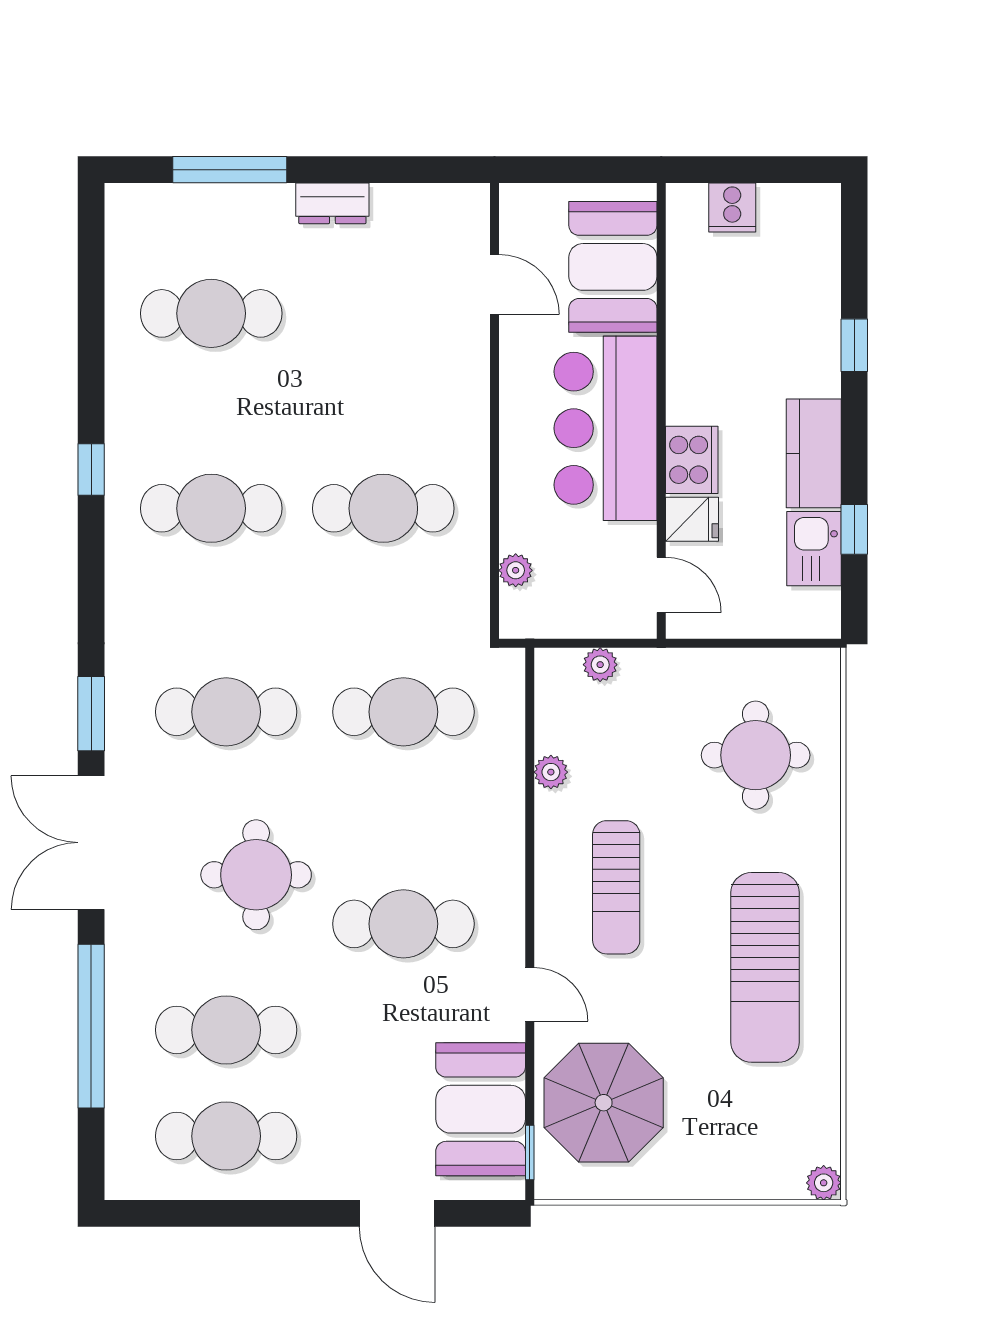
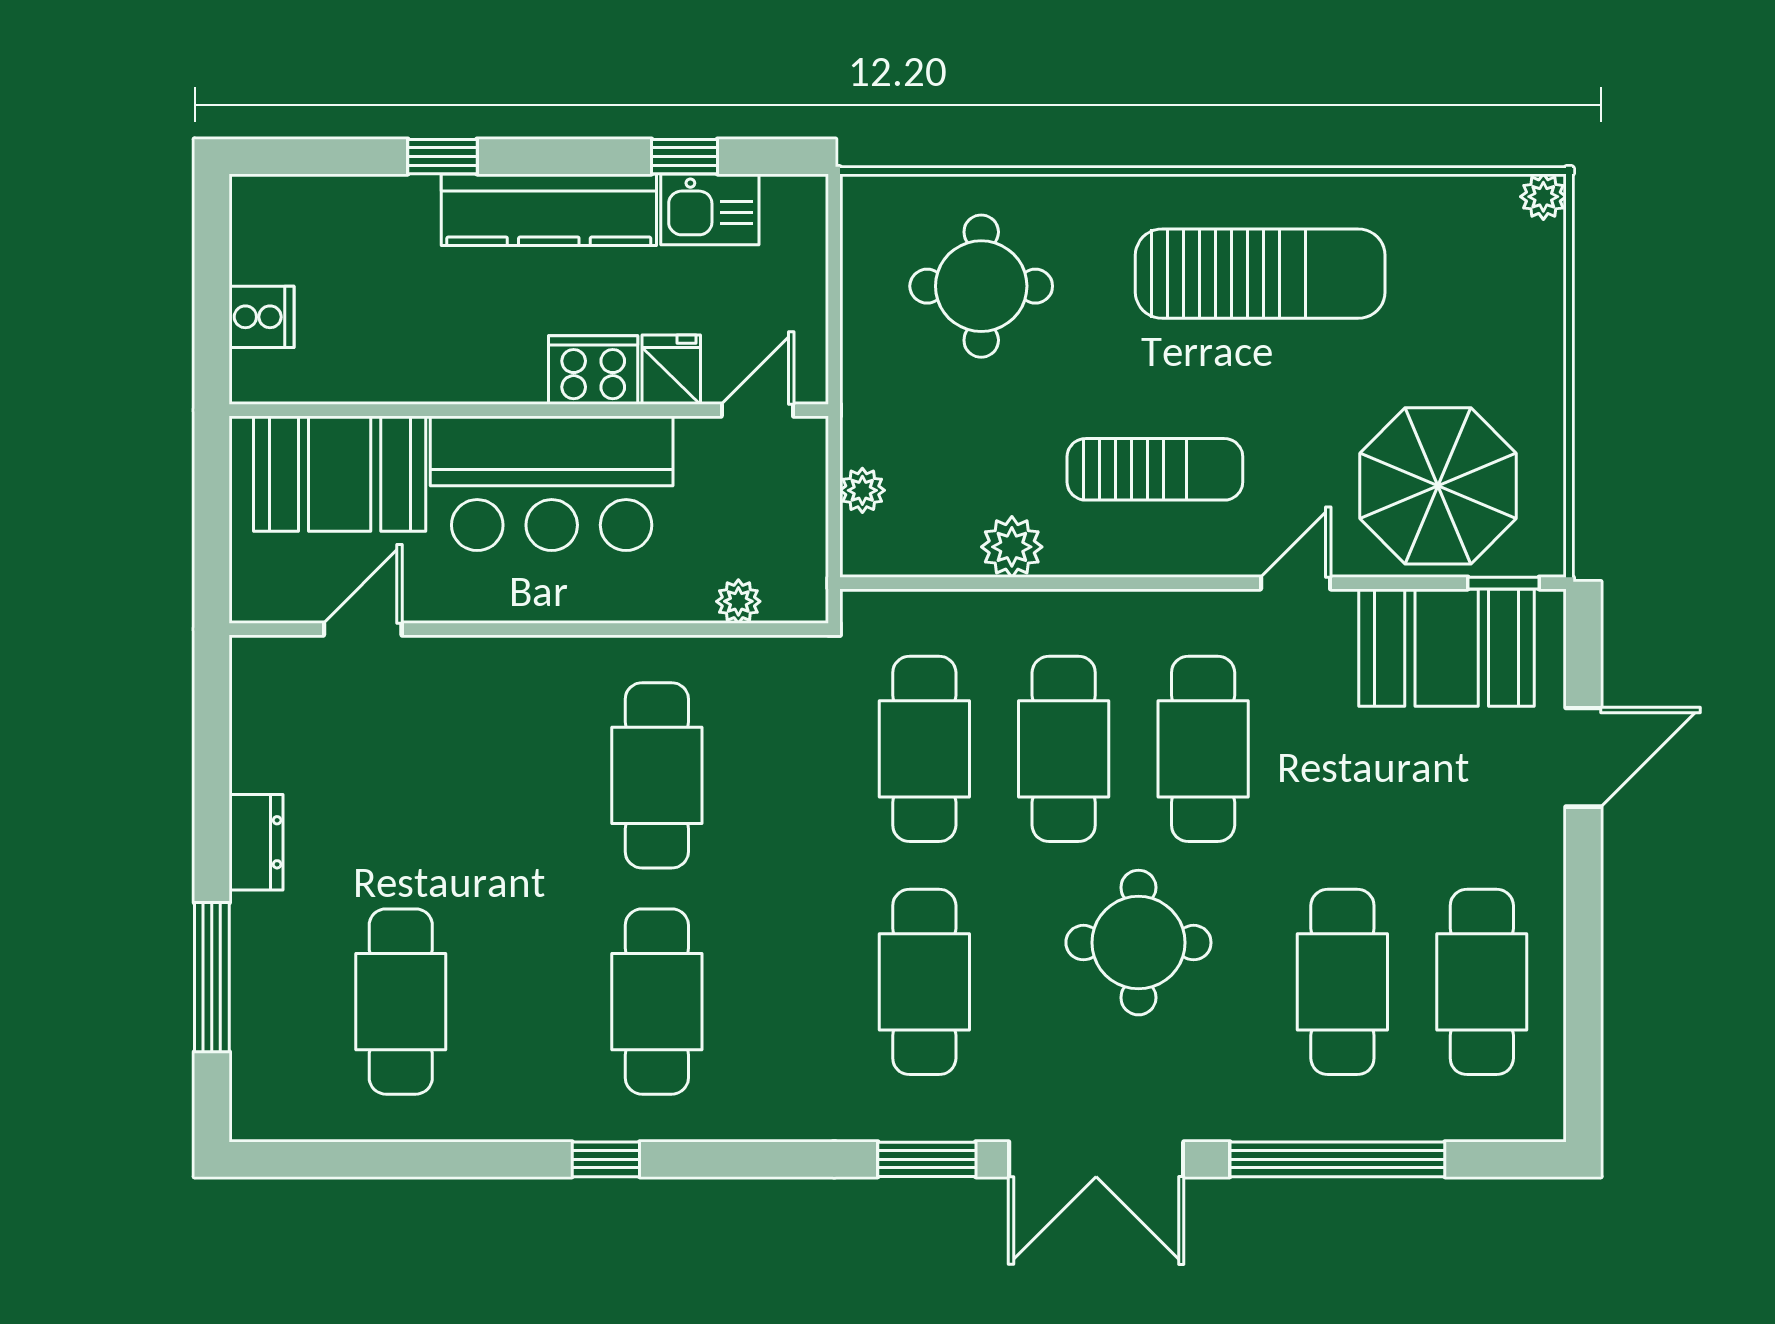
kitchen counter: (814, 453) -> (549, 210), width x1.50
plant: (551, 772) -> (1012, 547), width x1.38, depth x1.38
cafe table: (403, 818) -> (1064, 749), added

